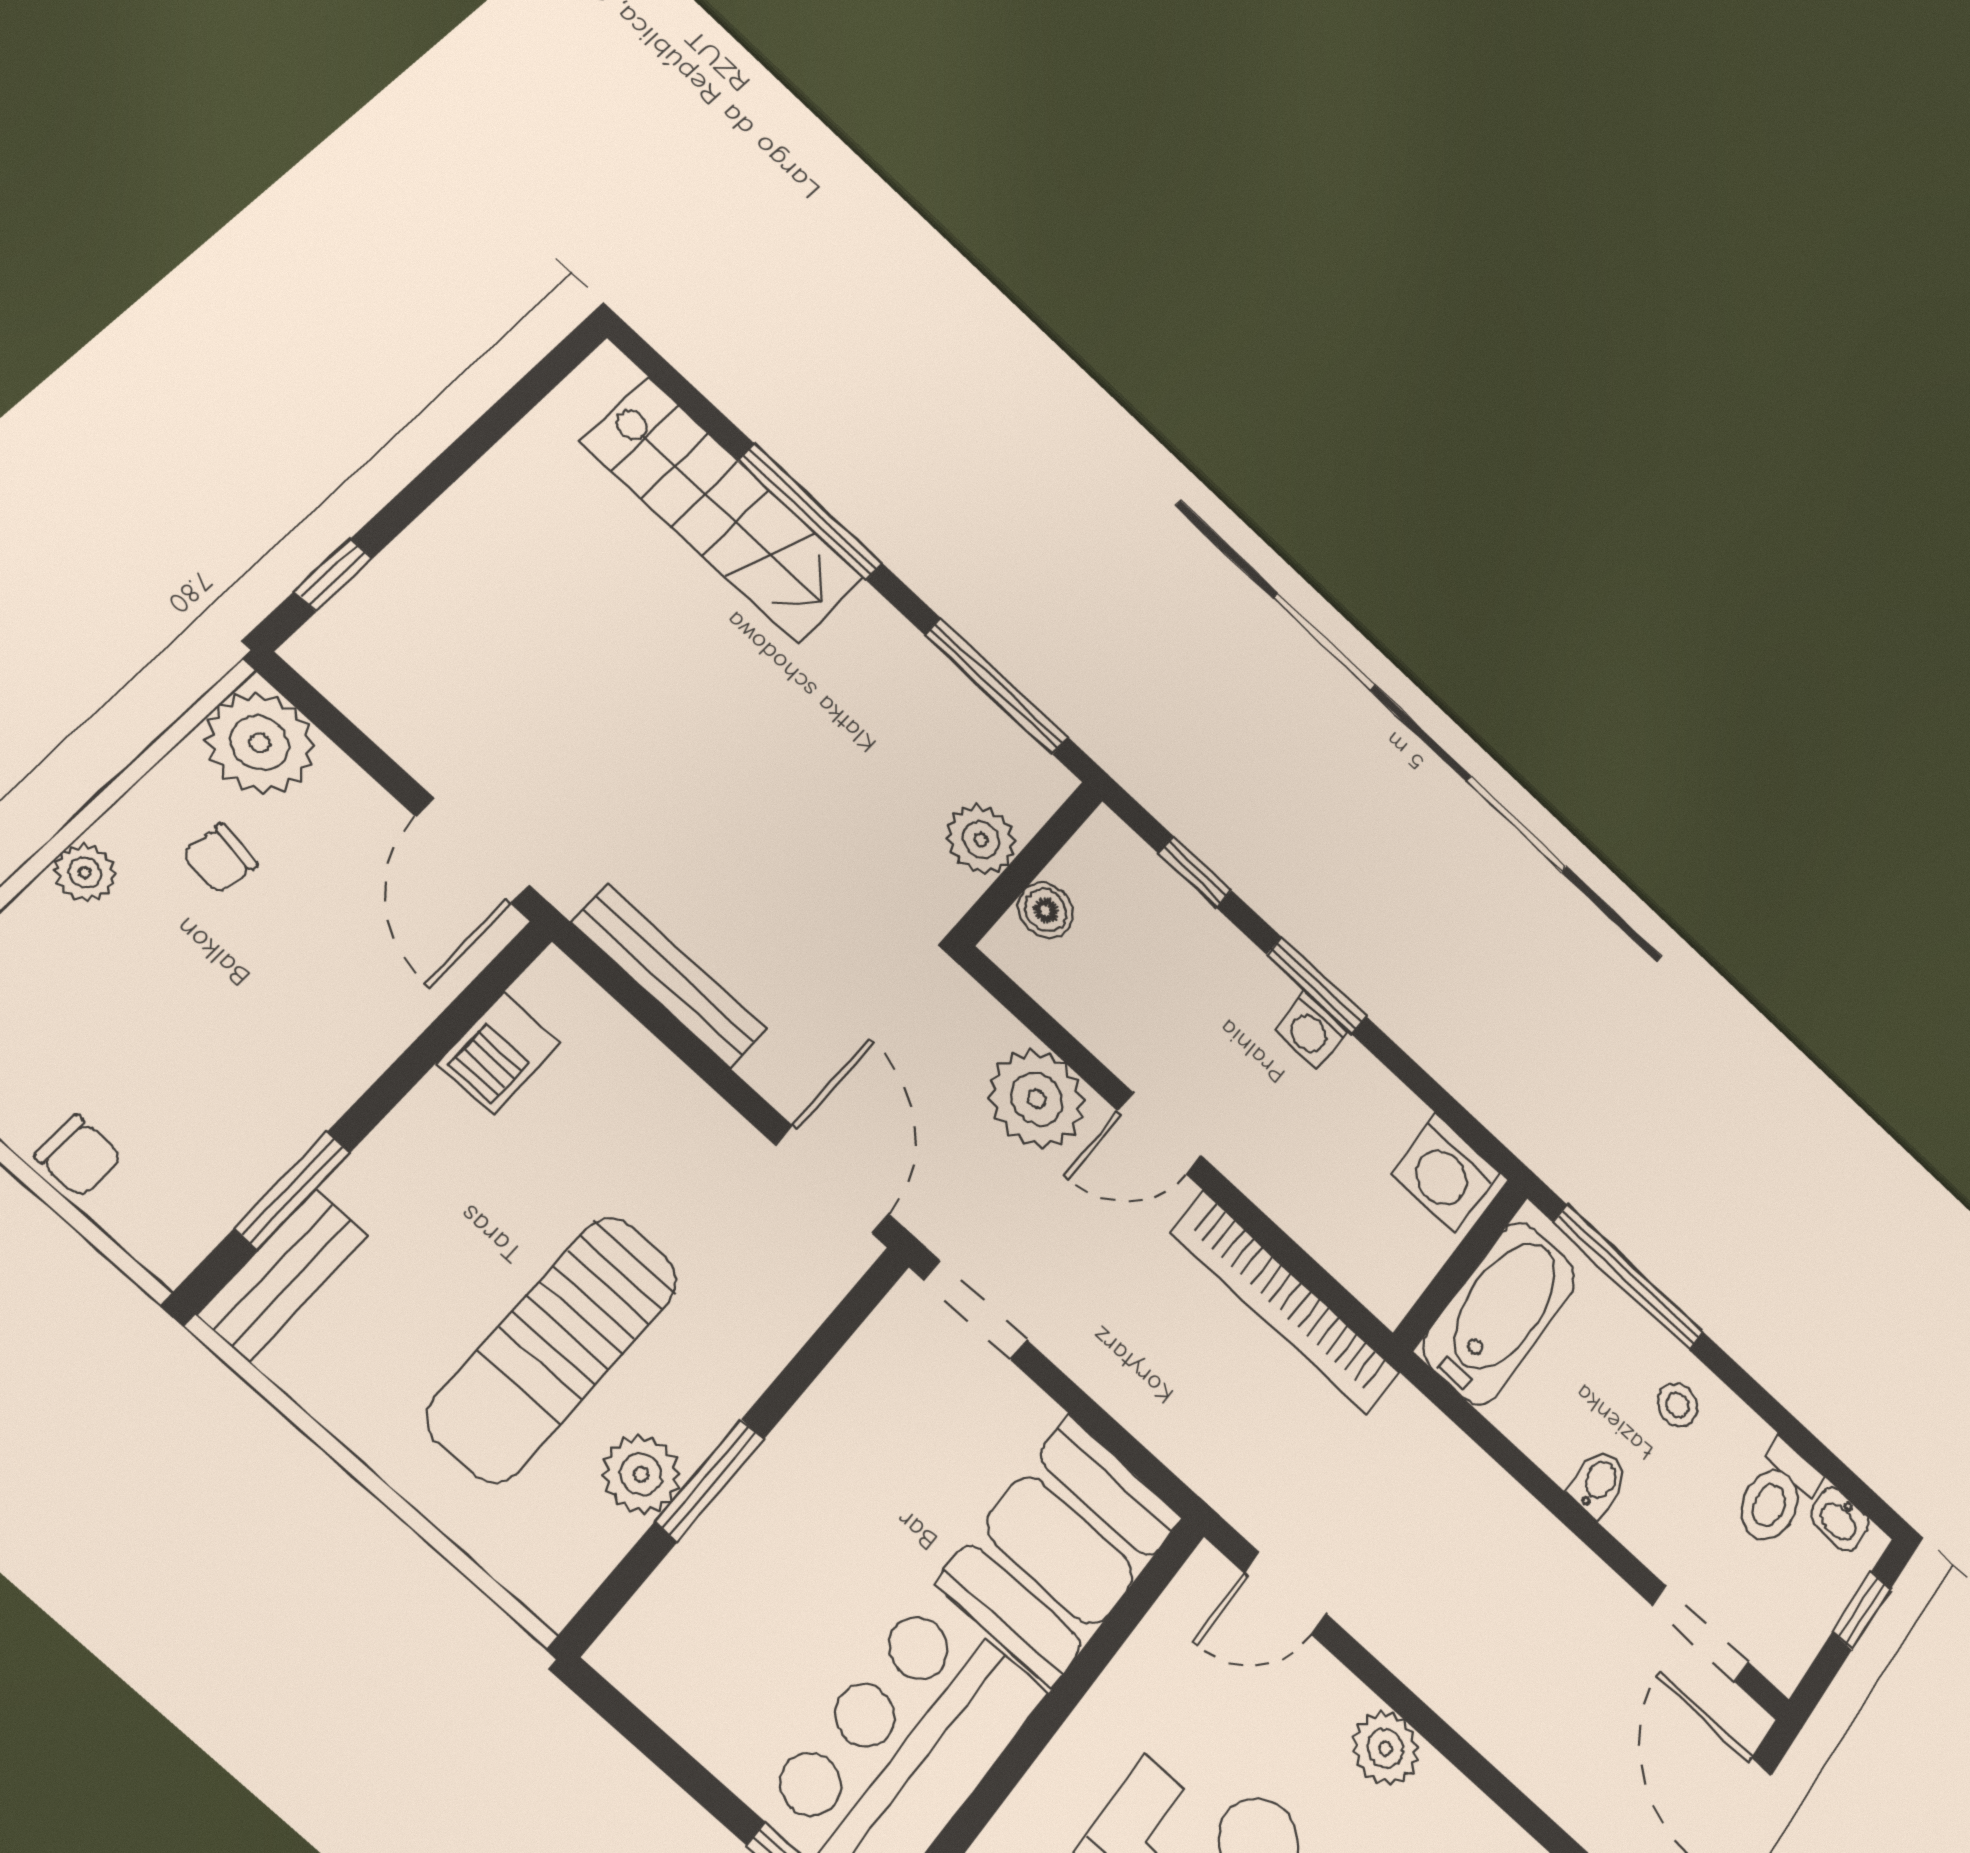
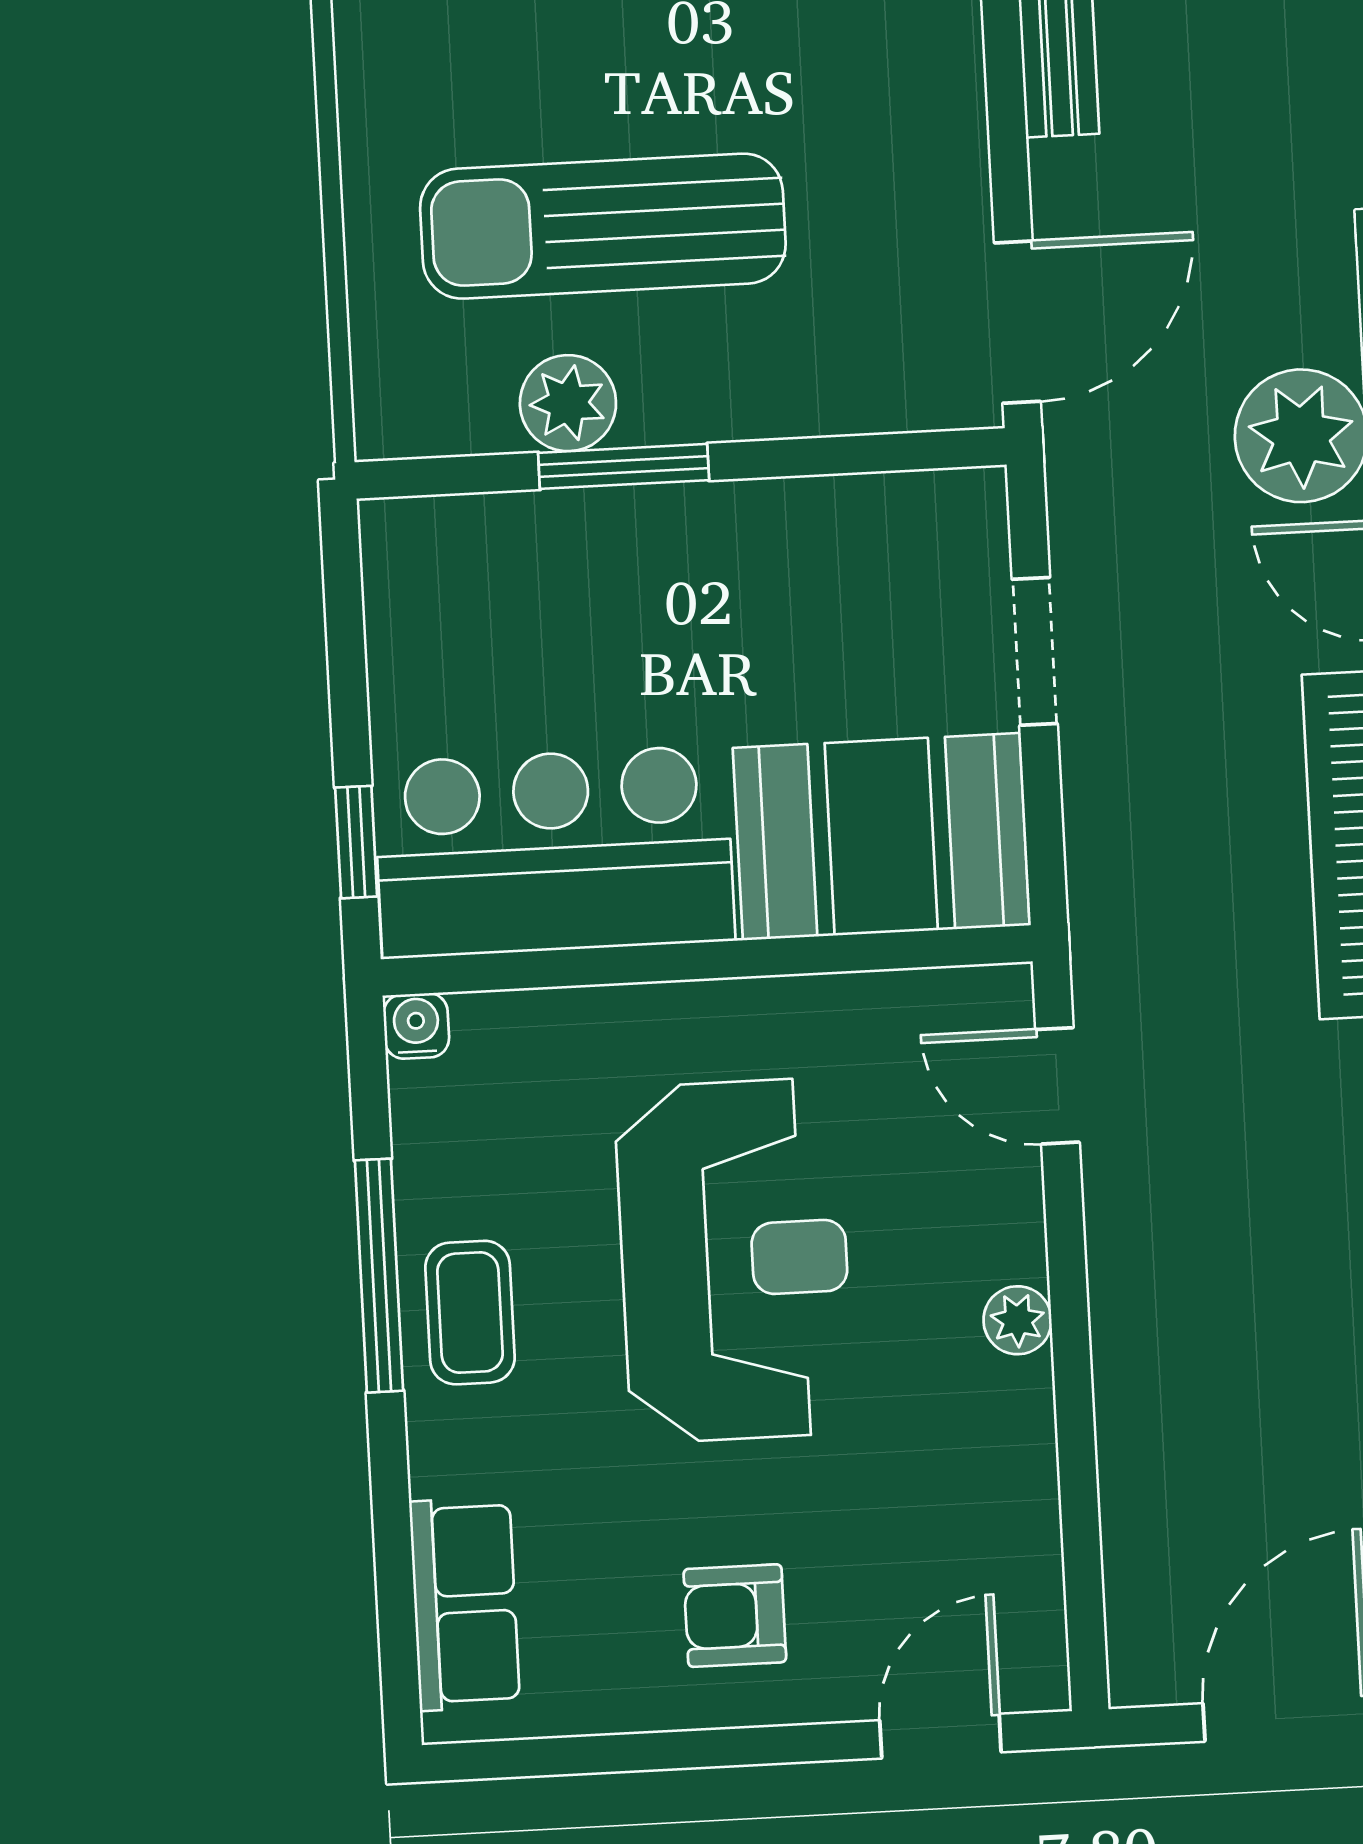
doorway: (975, 1310) -> (1035, 651), moved
plant: (1385, 1748) -> (1018, 1320), width x0.73, depth x0.73

